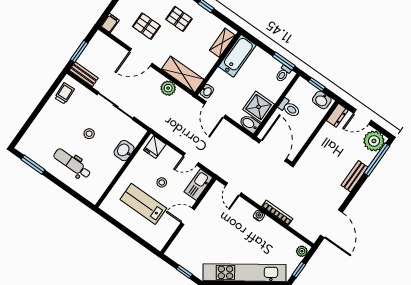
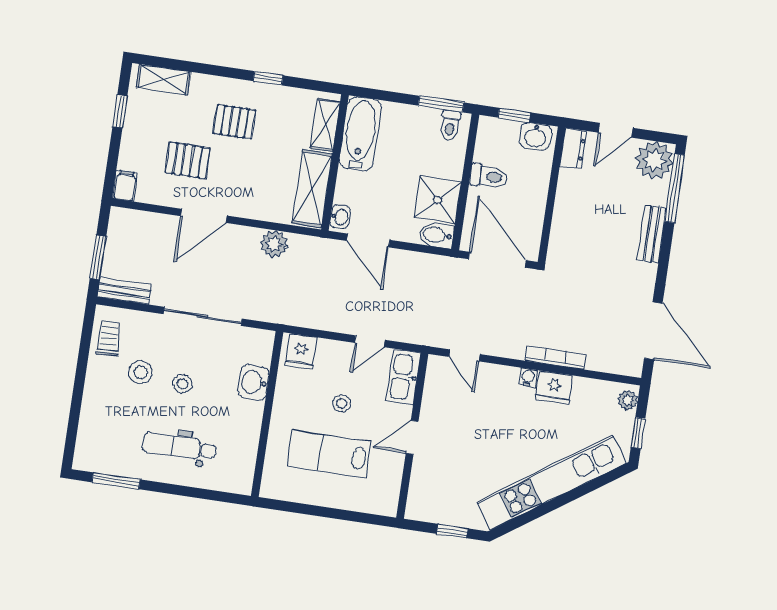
shelving: (183, 74) -> (312, 188), moved, turned 90
stool: (72, 118) -> (140, 372), added
fridge: (269, 227) -> (554, 387), added

